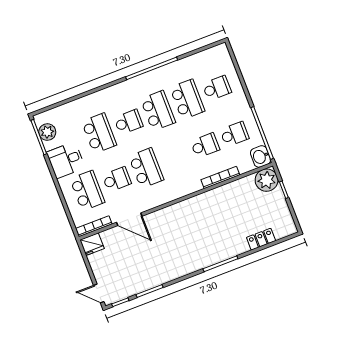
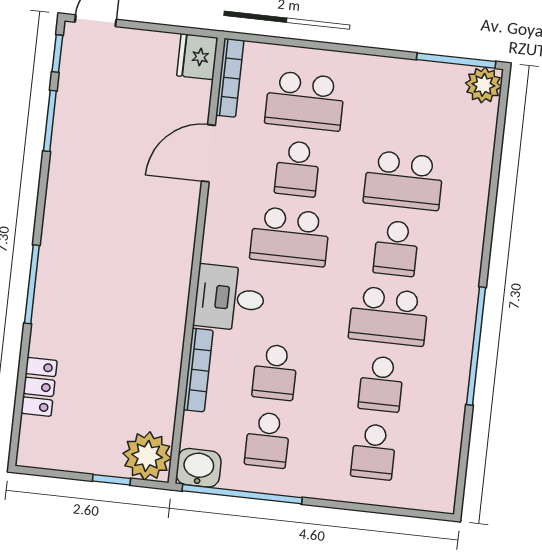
school desk: (187, 99) -> (381, 384), width x0.54
plant: (47, 132) -> (483, 85), moved
desk: (66, 160) -> (230, 298), moved, turned -90

